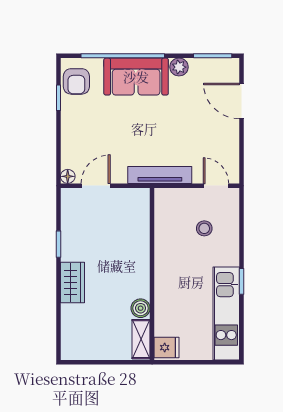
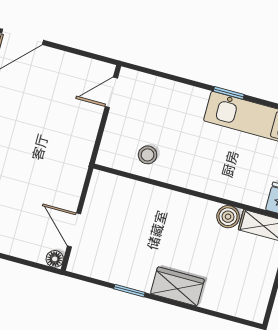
tv unit: (160, 175) -> (82, 153), removed
stool: (204, 228) -> (148, 155), moved

